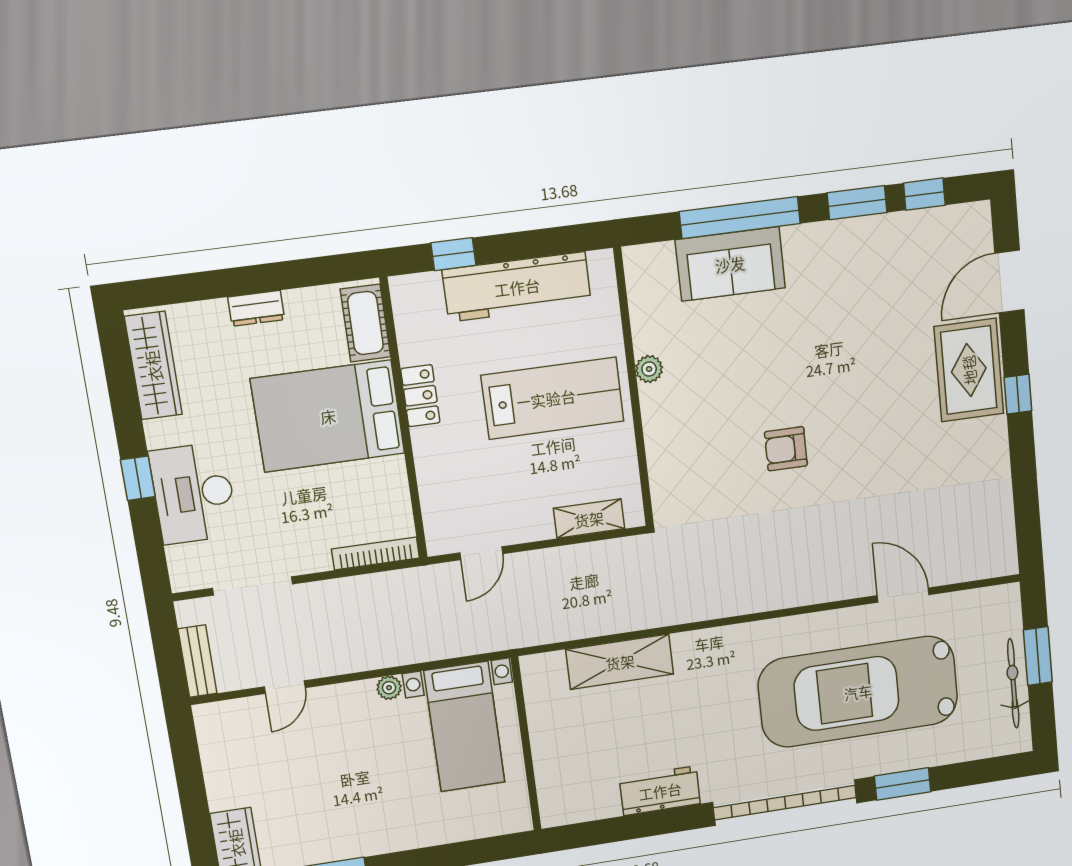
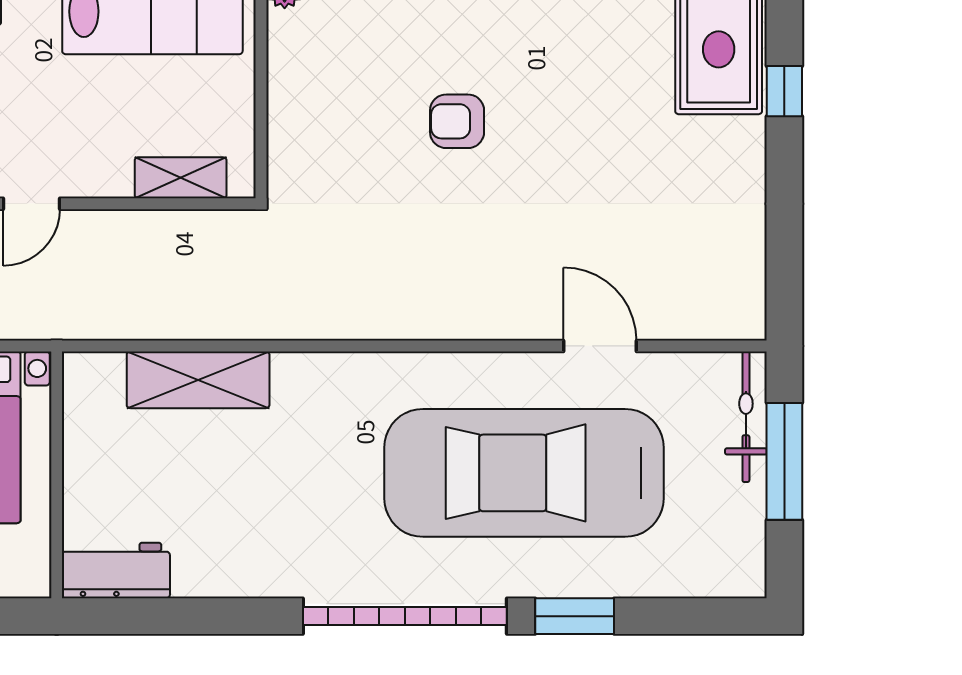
window: (1038, 656) -> (784, 461), width x1.44
bicycle: (1013, 683) -> (746, 417), moved
workbench: (660, 791) -> (116, 570), moved

